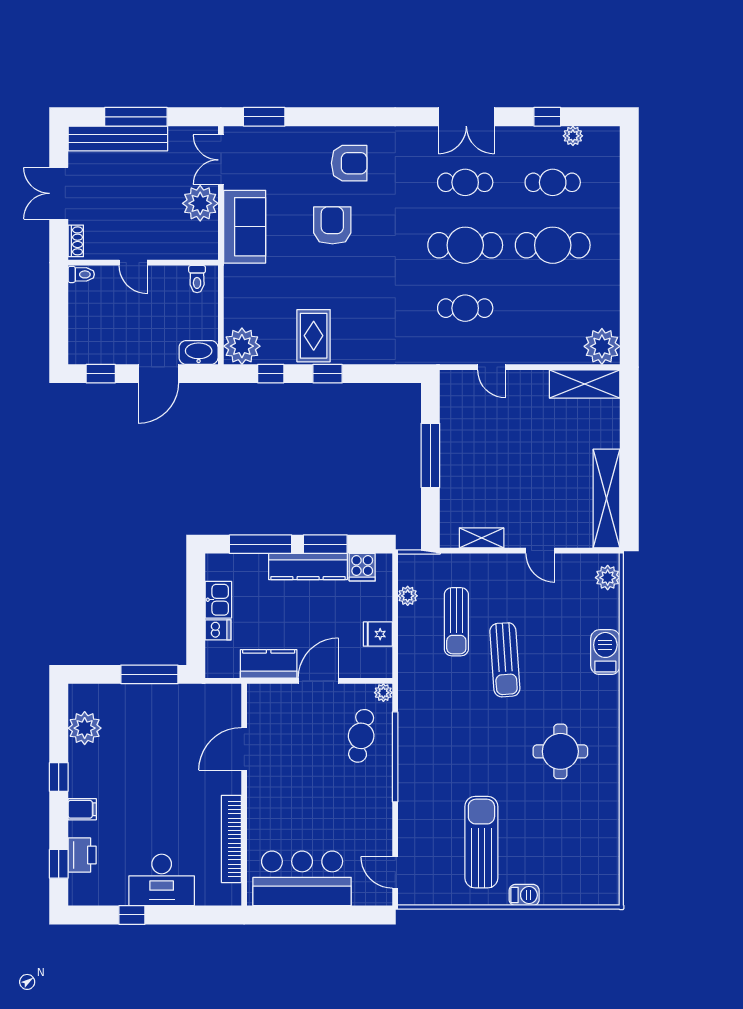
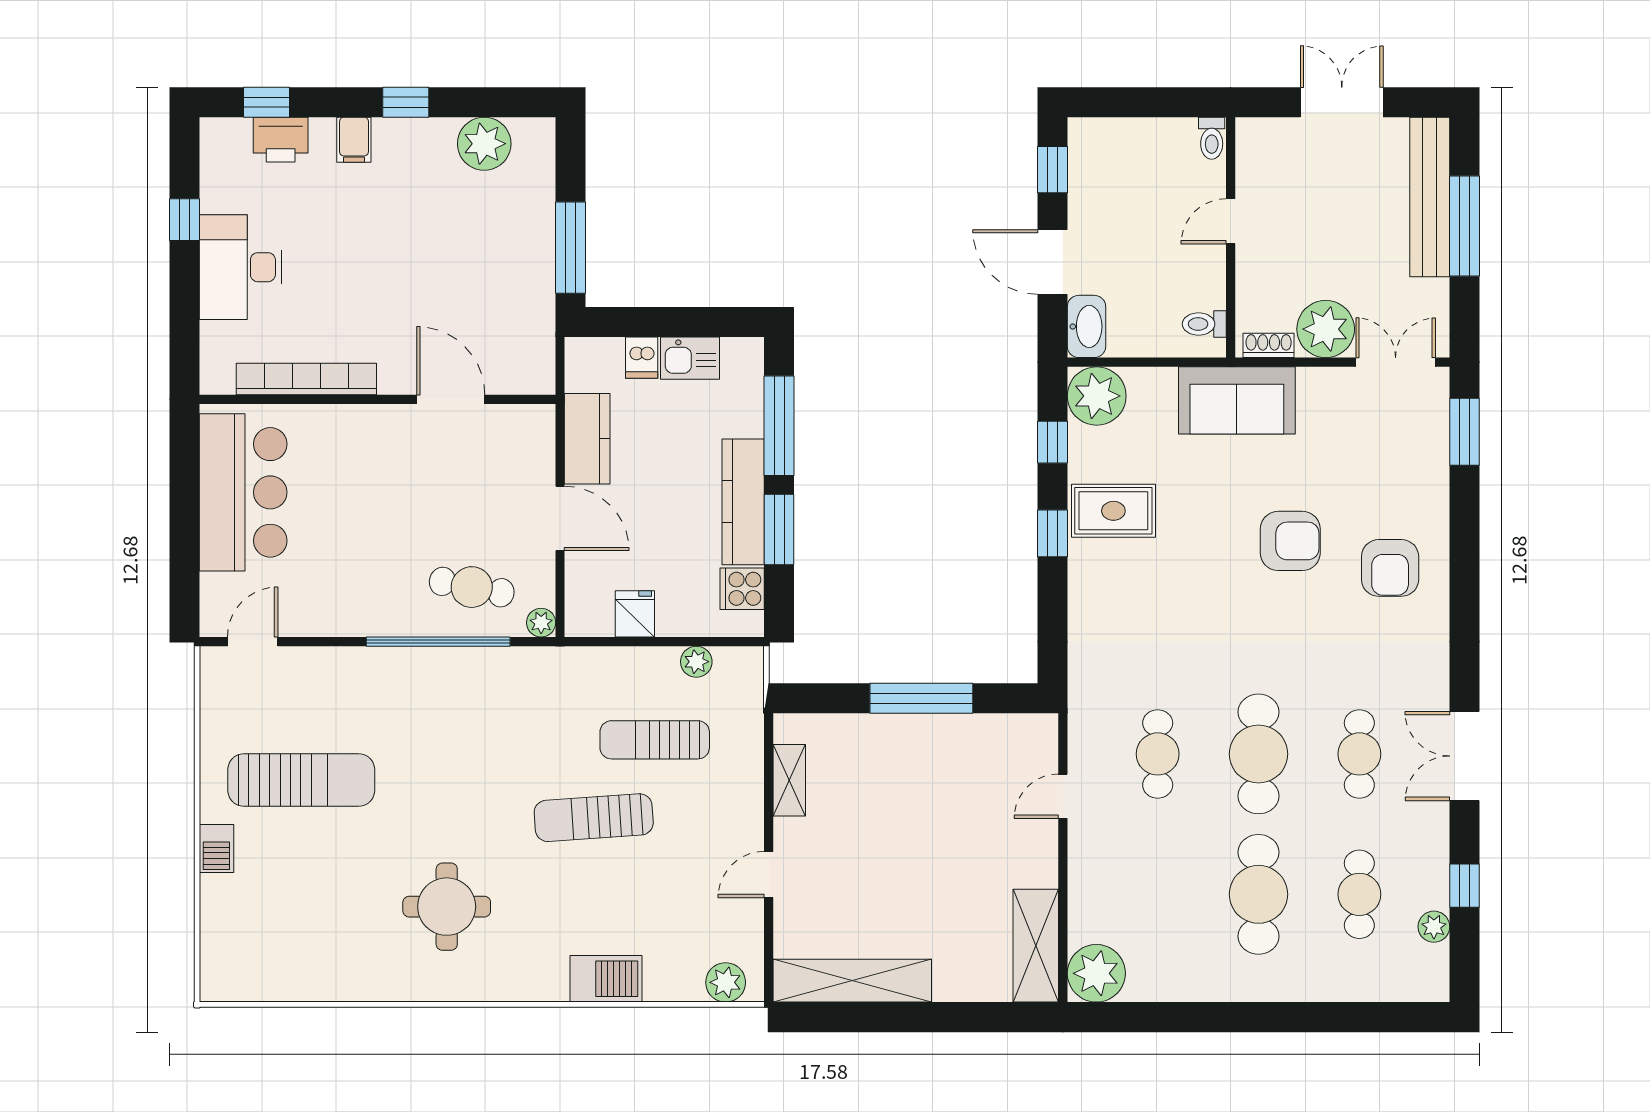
sofa: (245, 227) -> (1237, 400), moved
shoe rack: (76, 241) -> (1269, 345), moved, turned 180

